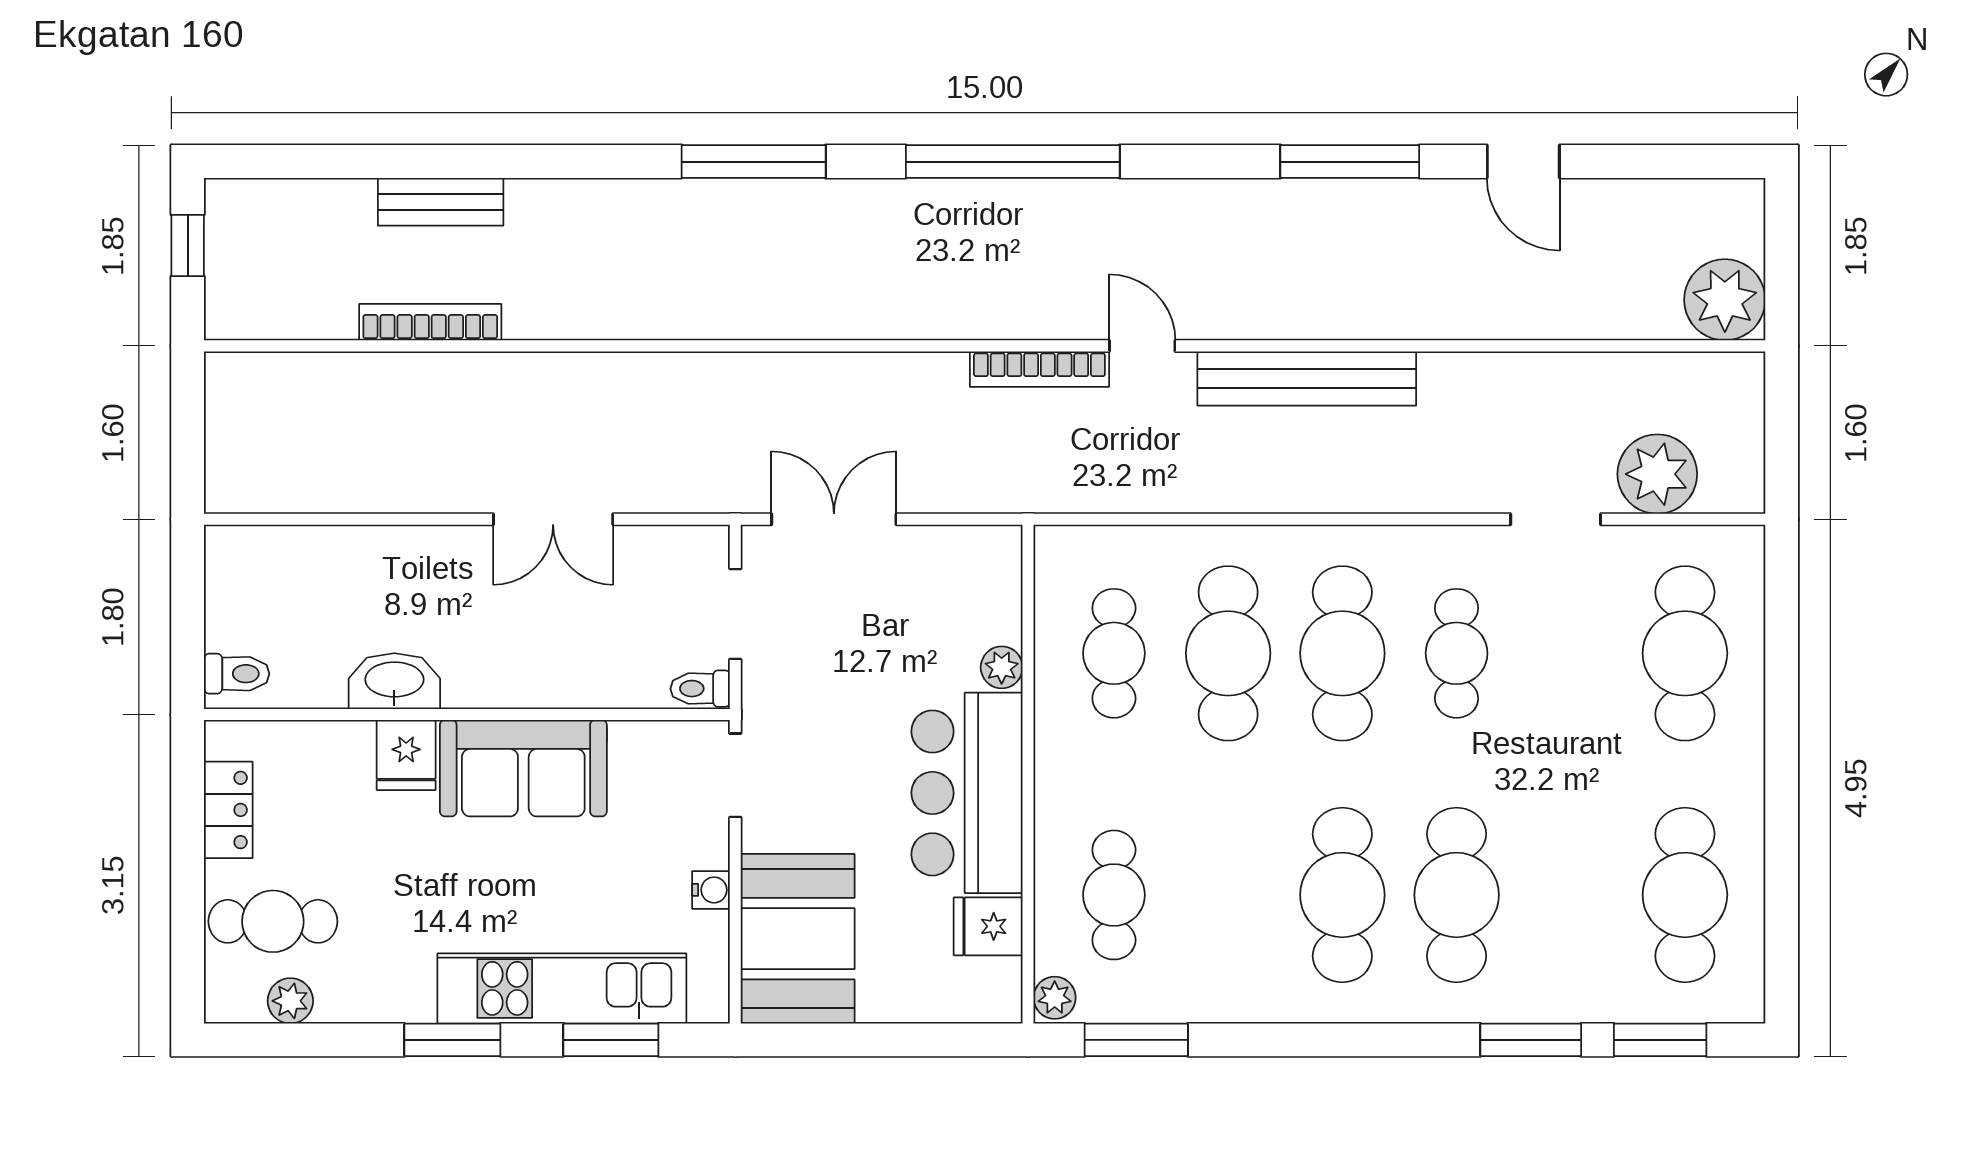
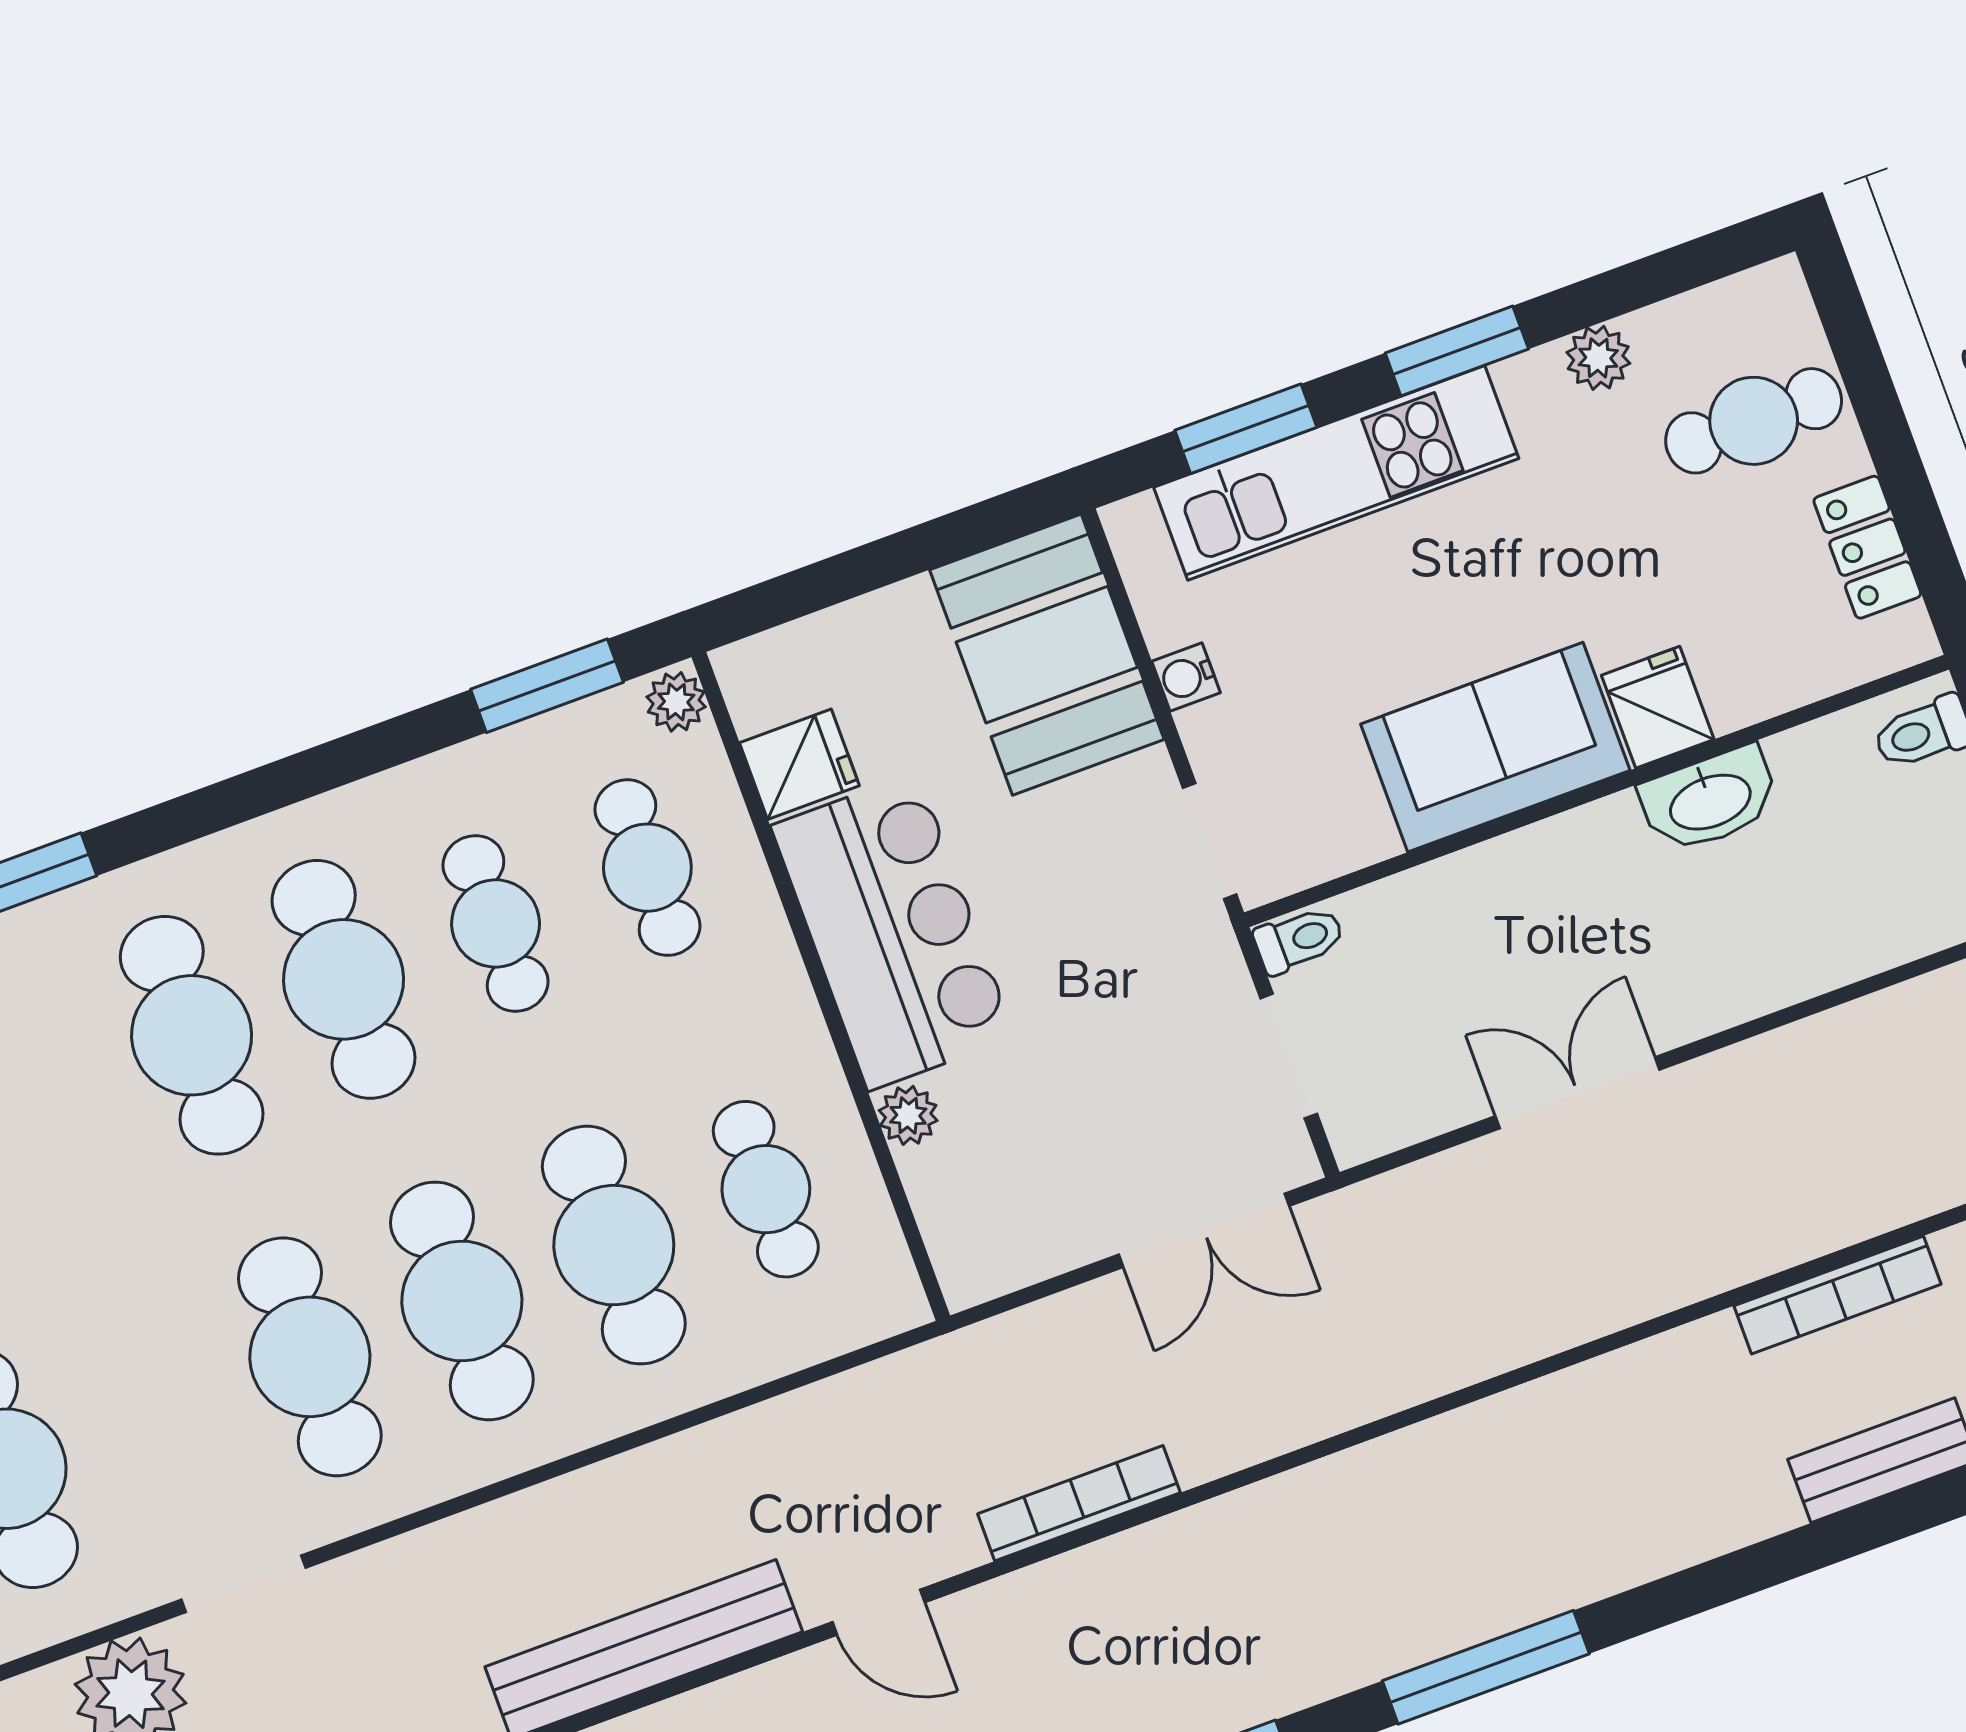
bookcase: (1039, 369) -> (1079, 1503), moved
cafe table: (1457, 653) -> (310, 1357), width x1.37, depth x1.35
cafe table: (1228, 895) -> (496, 923), added
plant: (290, 1001) -> (1598, 358), moved

